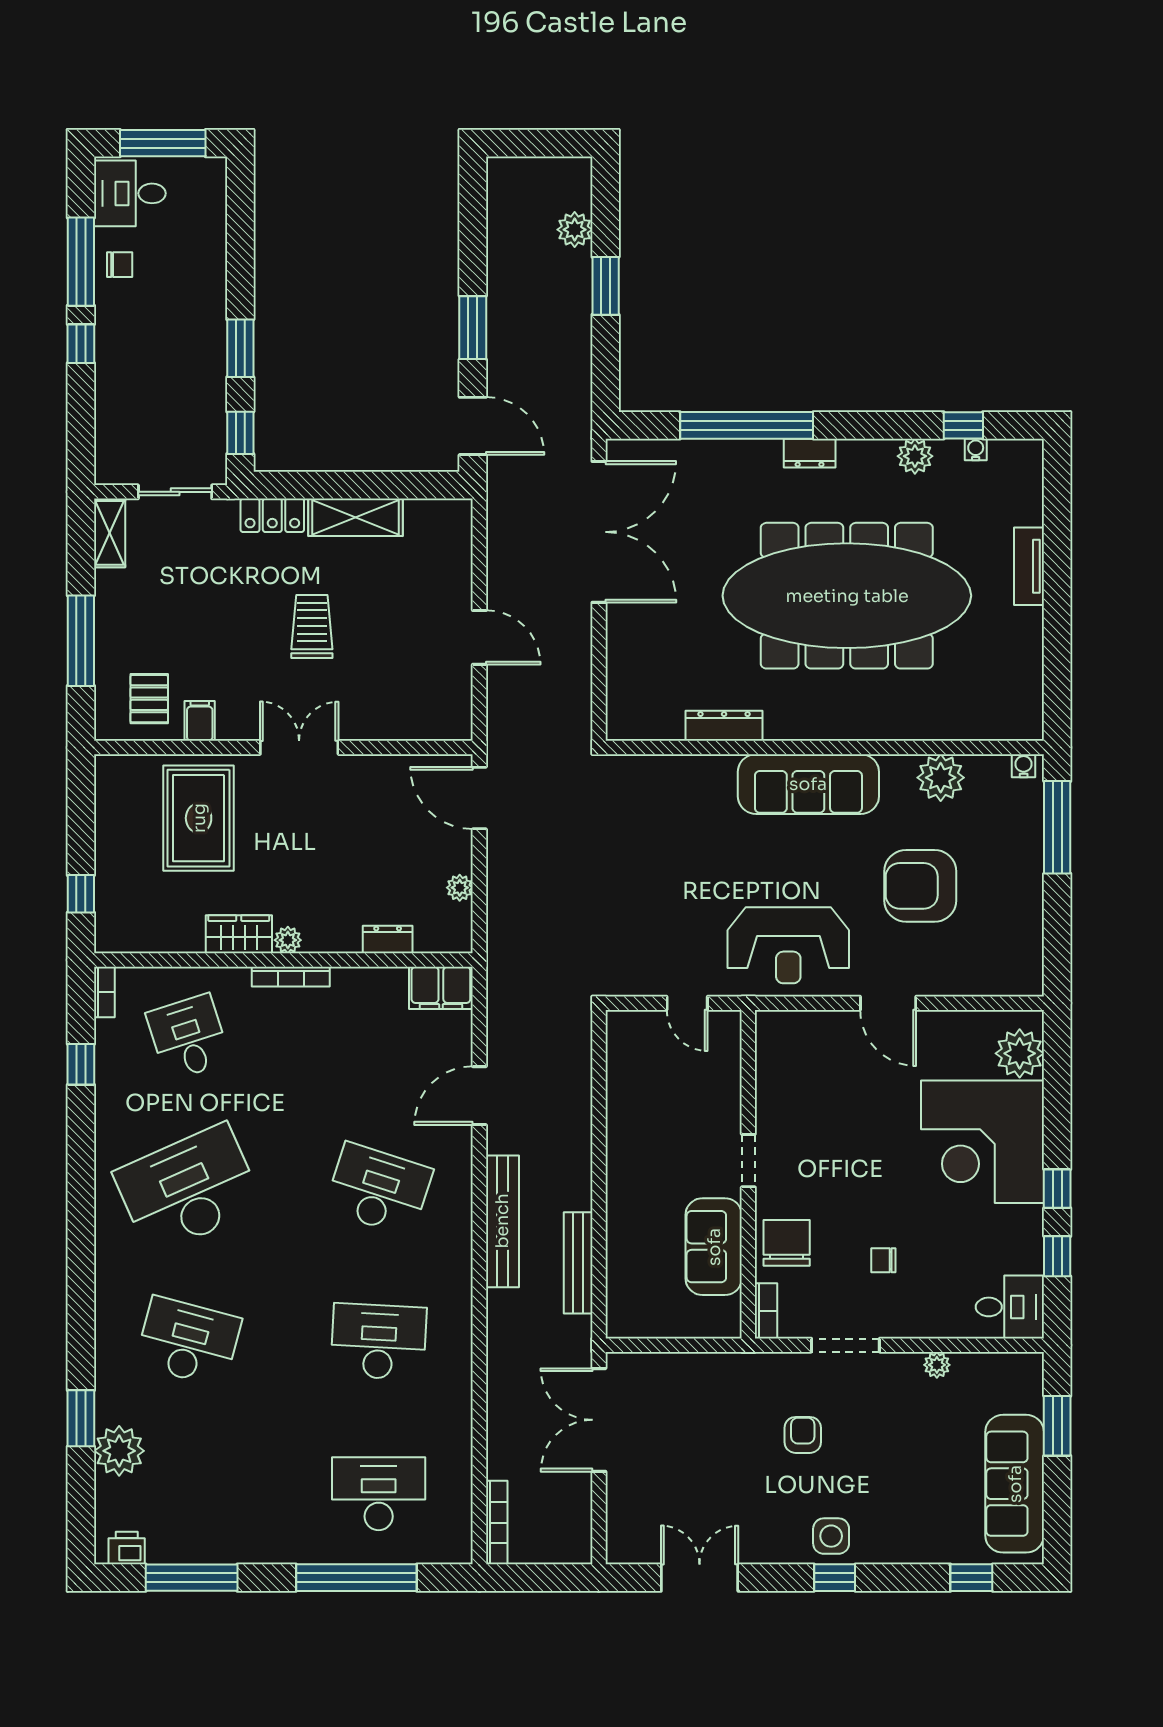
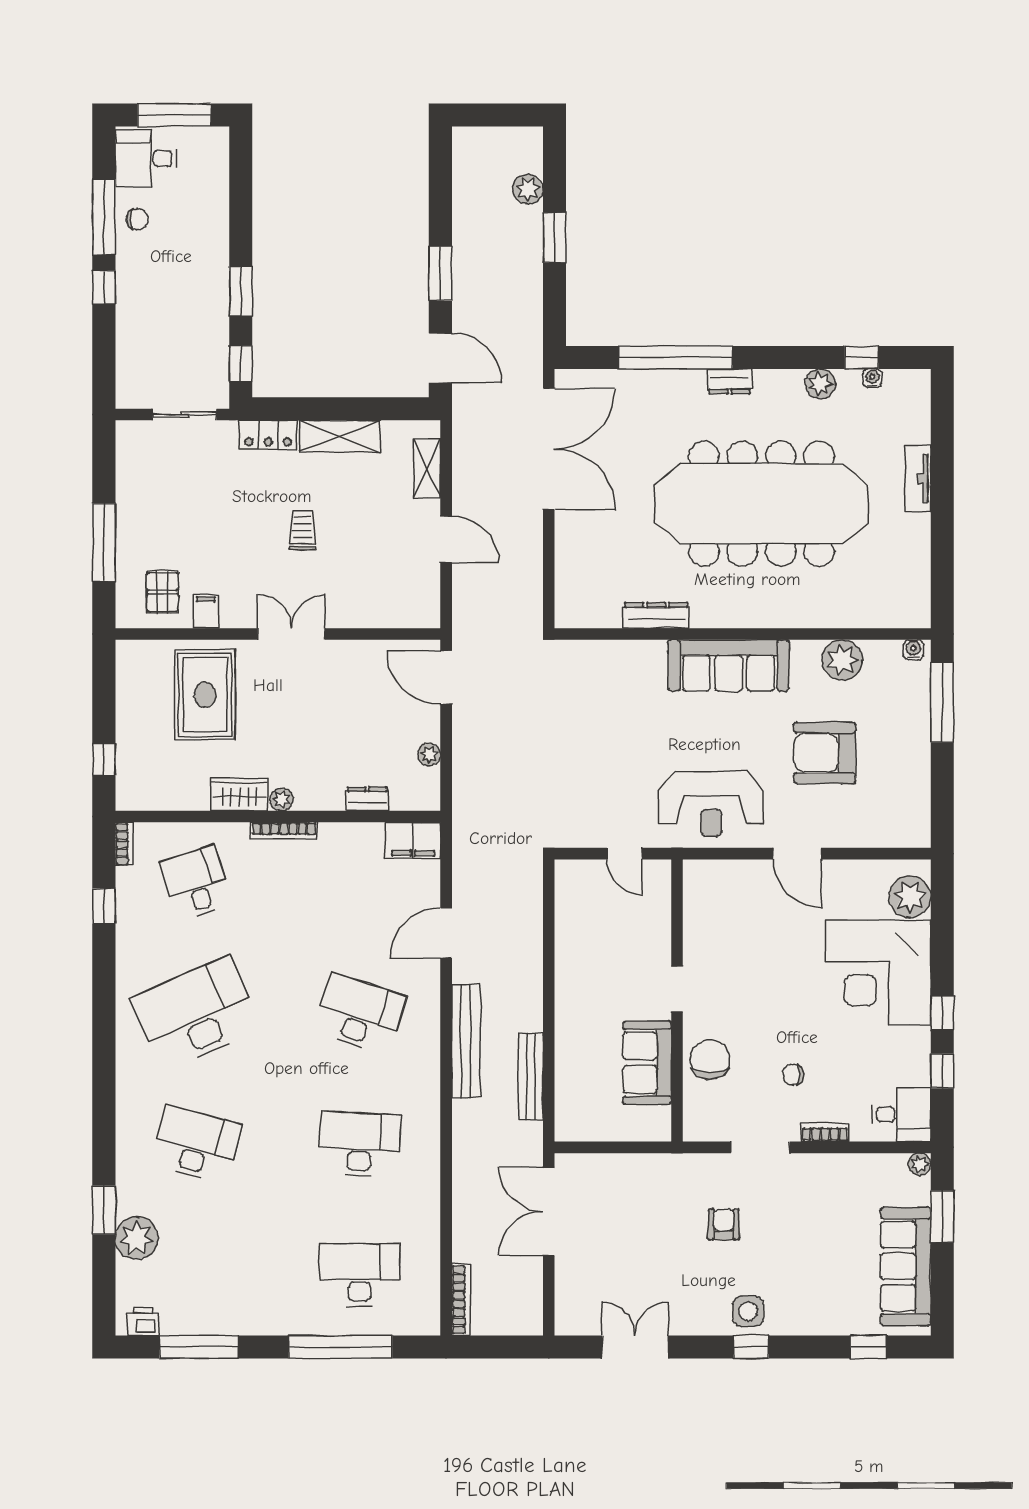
shelving: (110, 533) -> (427, 468), moved
trolley: (312, 626) -> (302, 530), width x0.73, depth x0.72
bookcase: (766, 1311) -> (825, 1132), moved, turned -90
plant: (937, 1365) -> (920, 1164), moved

